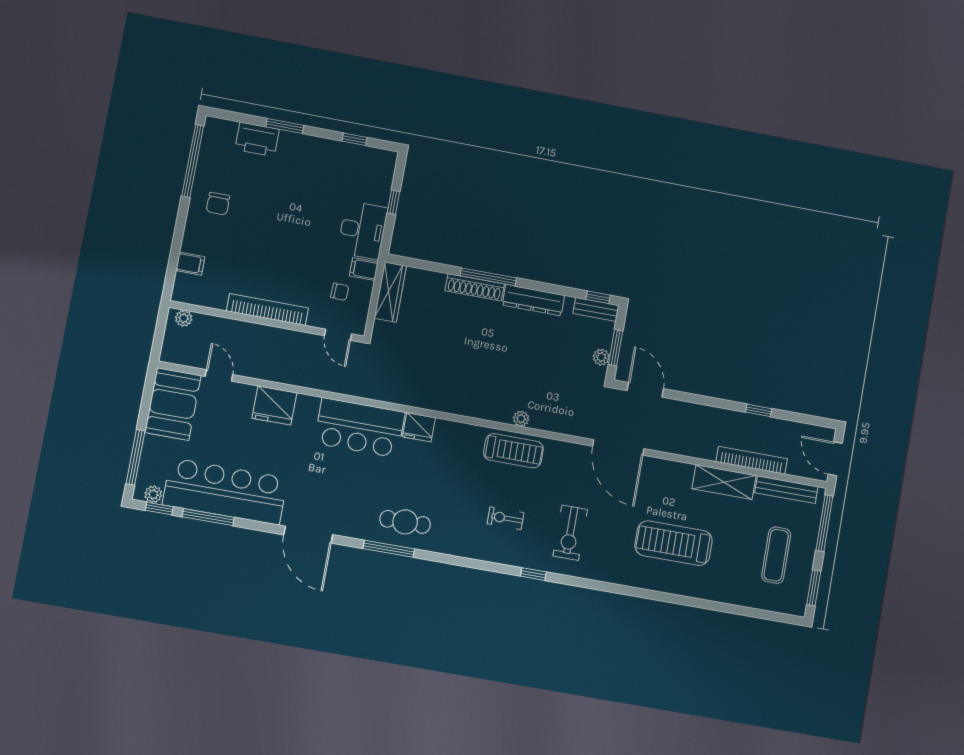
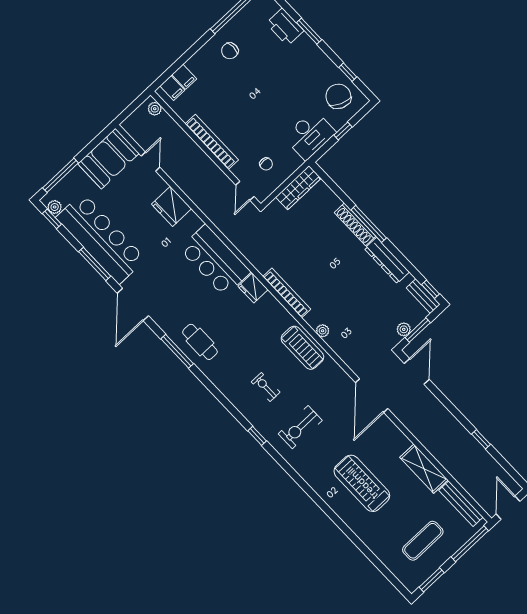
chair: (363, 170) -> (338, 96), added
filing cabinet: (364, 269) -> (172, 88), moved, turned 180
bookcase: (752, 460) -> (287, 293), moved
window: (208, 517) -> (95, 264), moved

